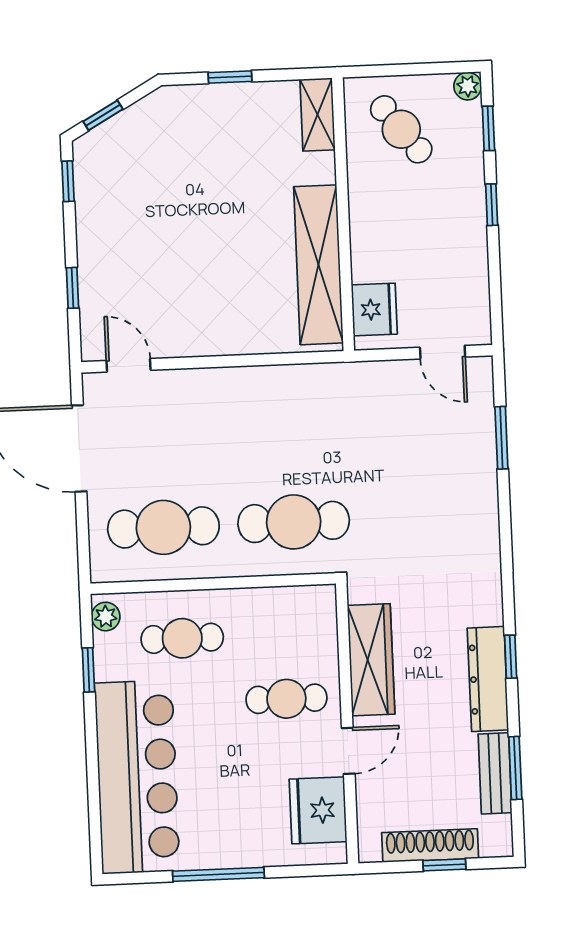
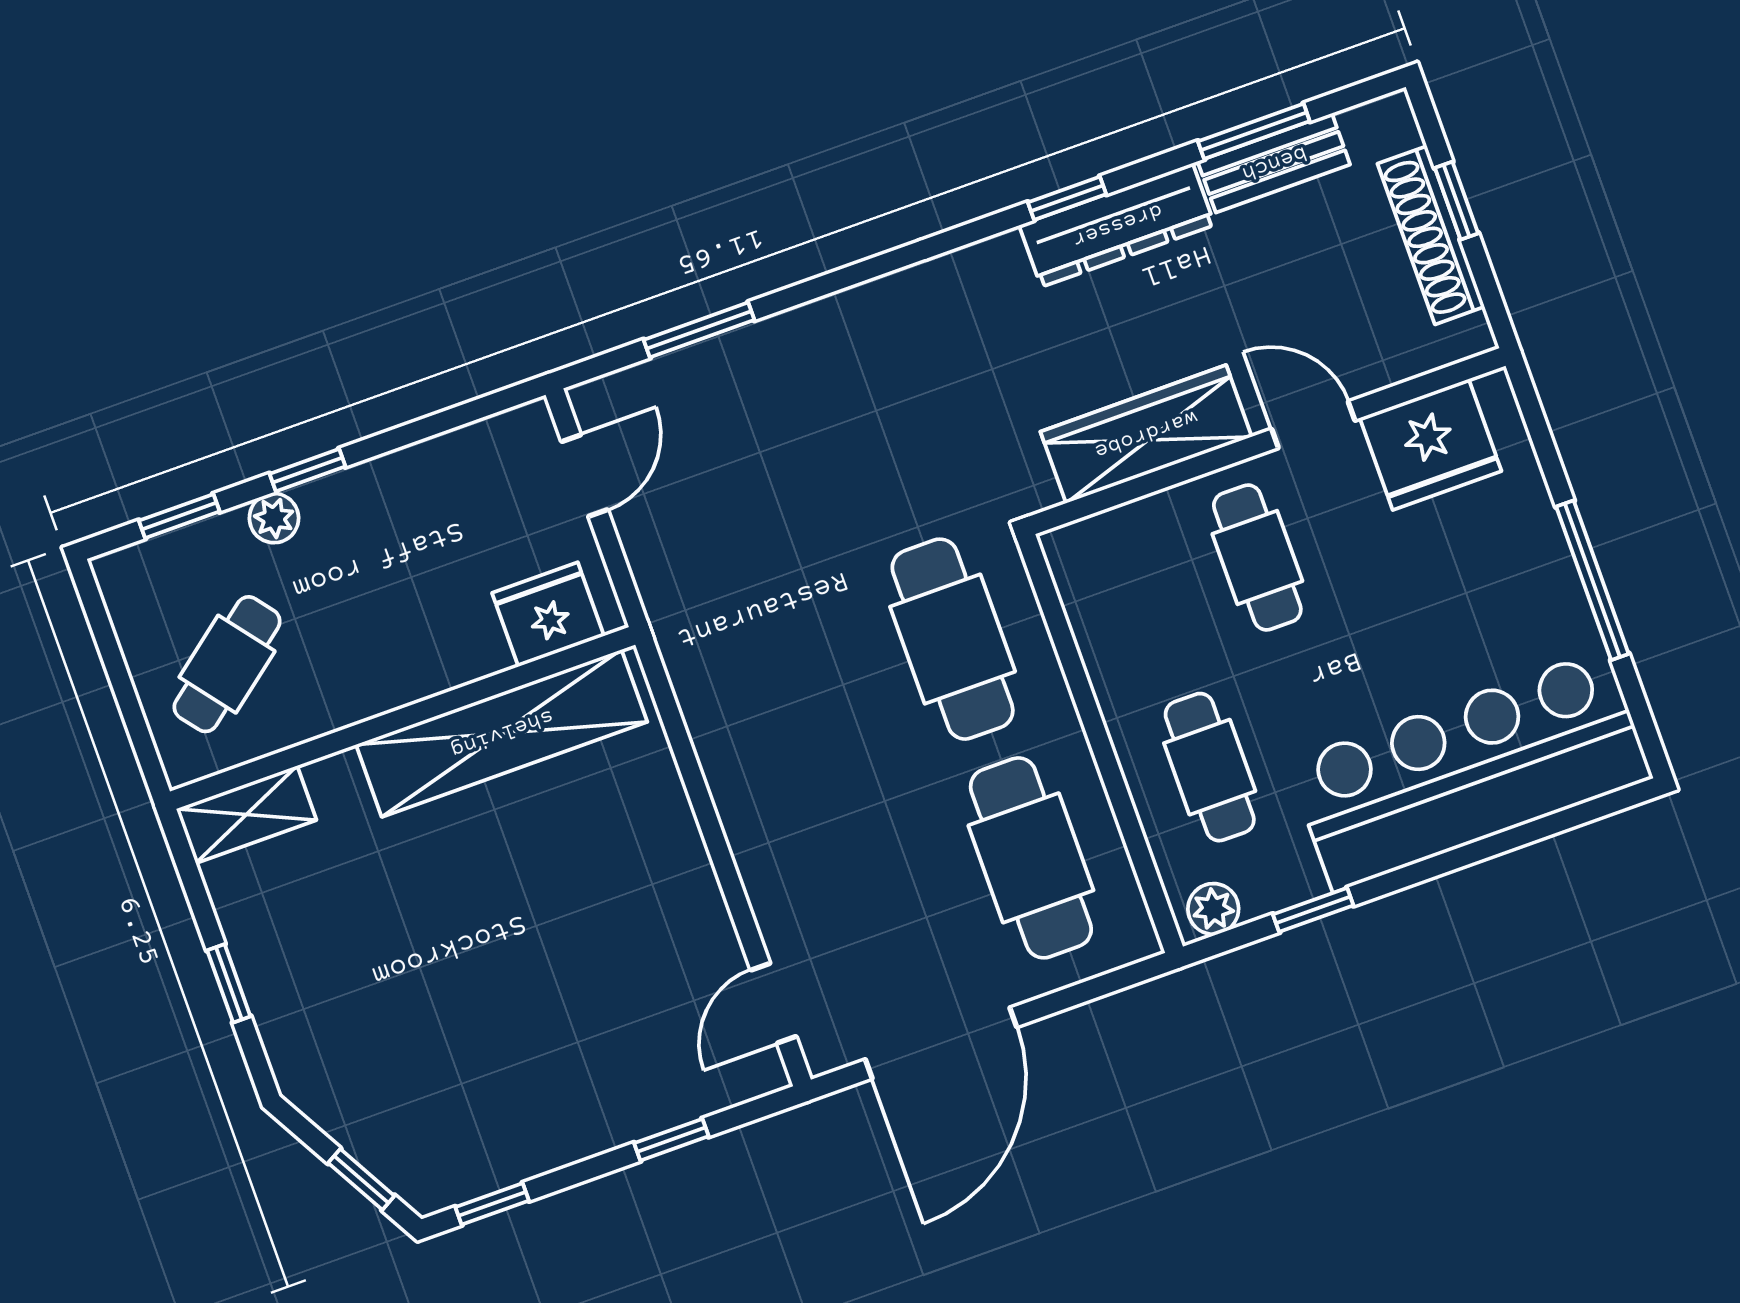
plant: (468, 86) -> (274, 518), moved

